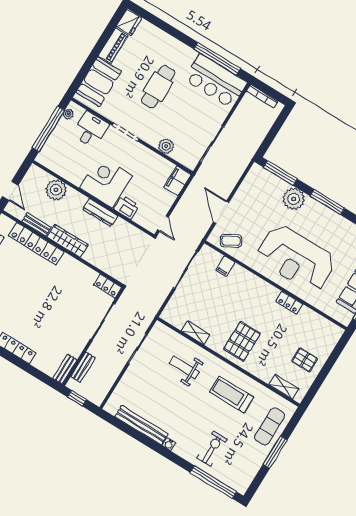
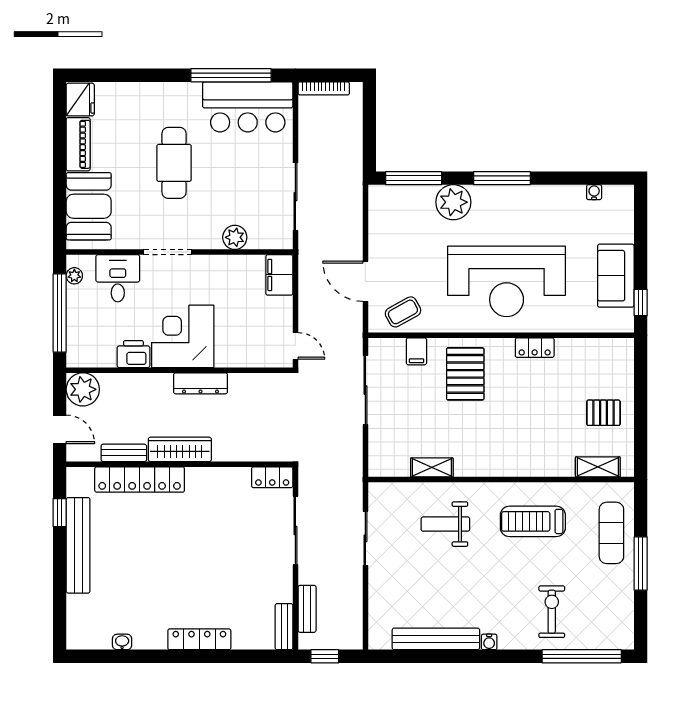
plant: (56, 190) -> (83, 389), moved
printer: (126, 207) -> (133, 354), moved
pallet: (242, 341) -> (465, 374), moved

